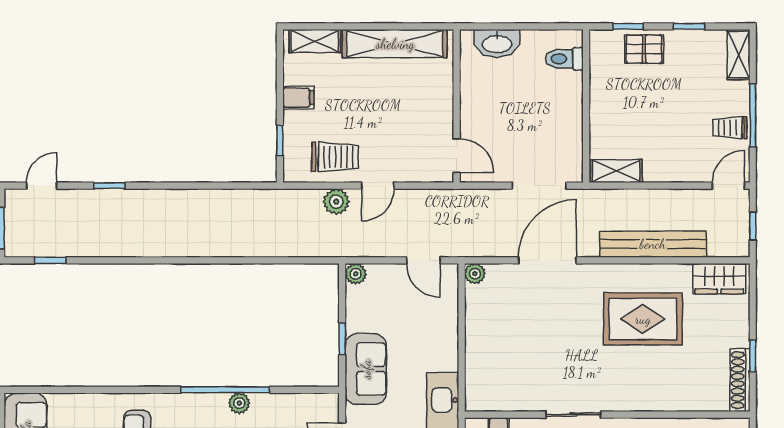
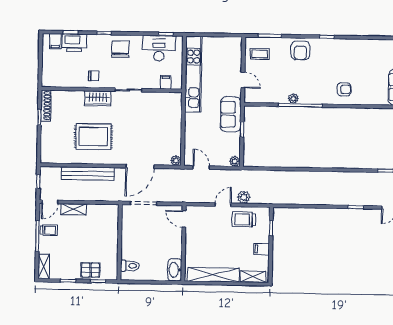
washbasin: (497, 43) -> (175, 270), moved, turned -90
shelving: (616, 171) -> (73, 209), moved
wardrobe: (719, 279) -> (98, 98), moved, turned 180

